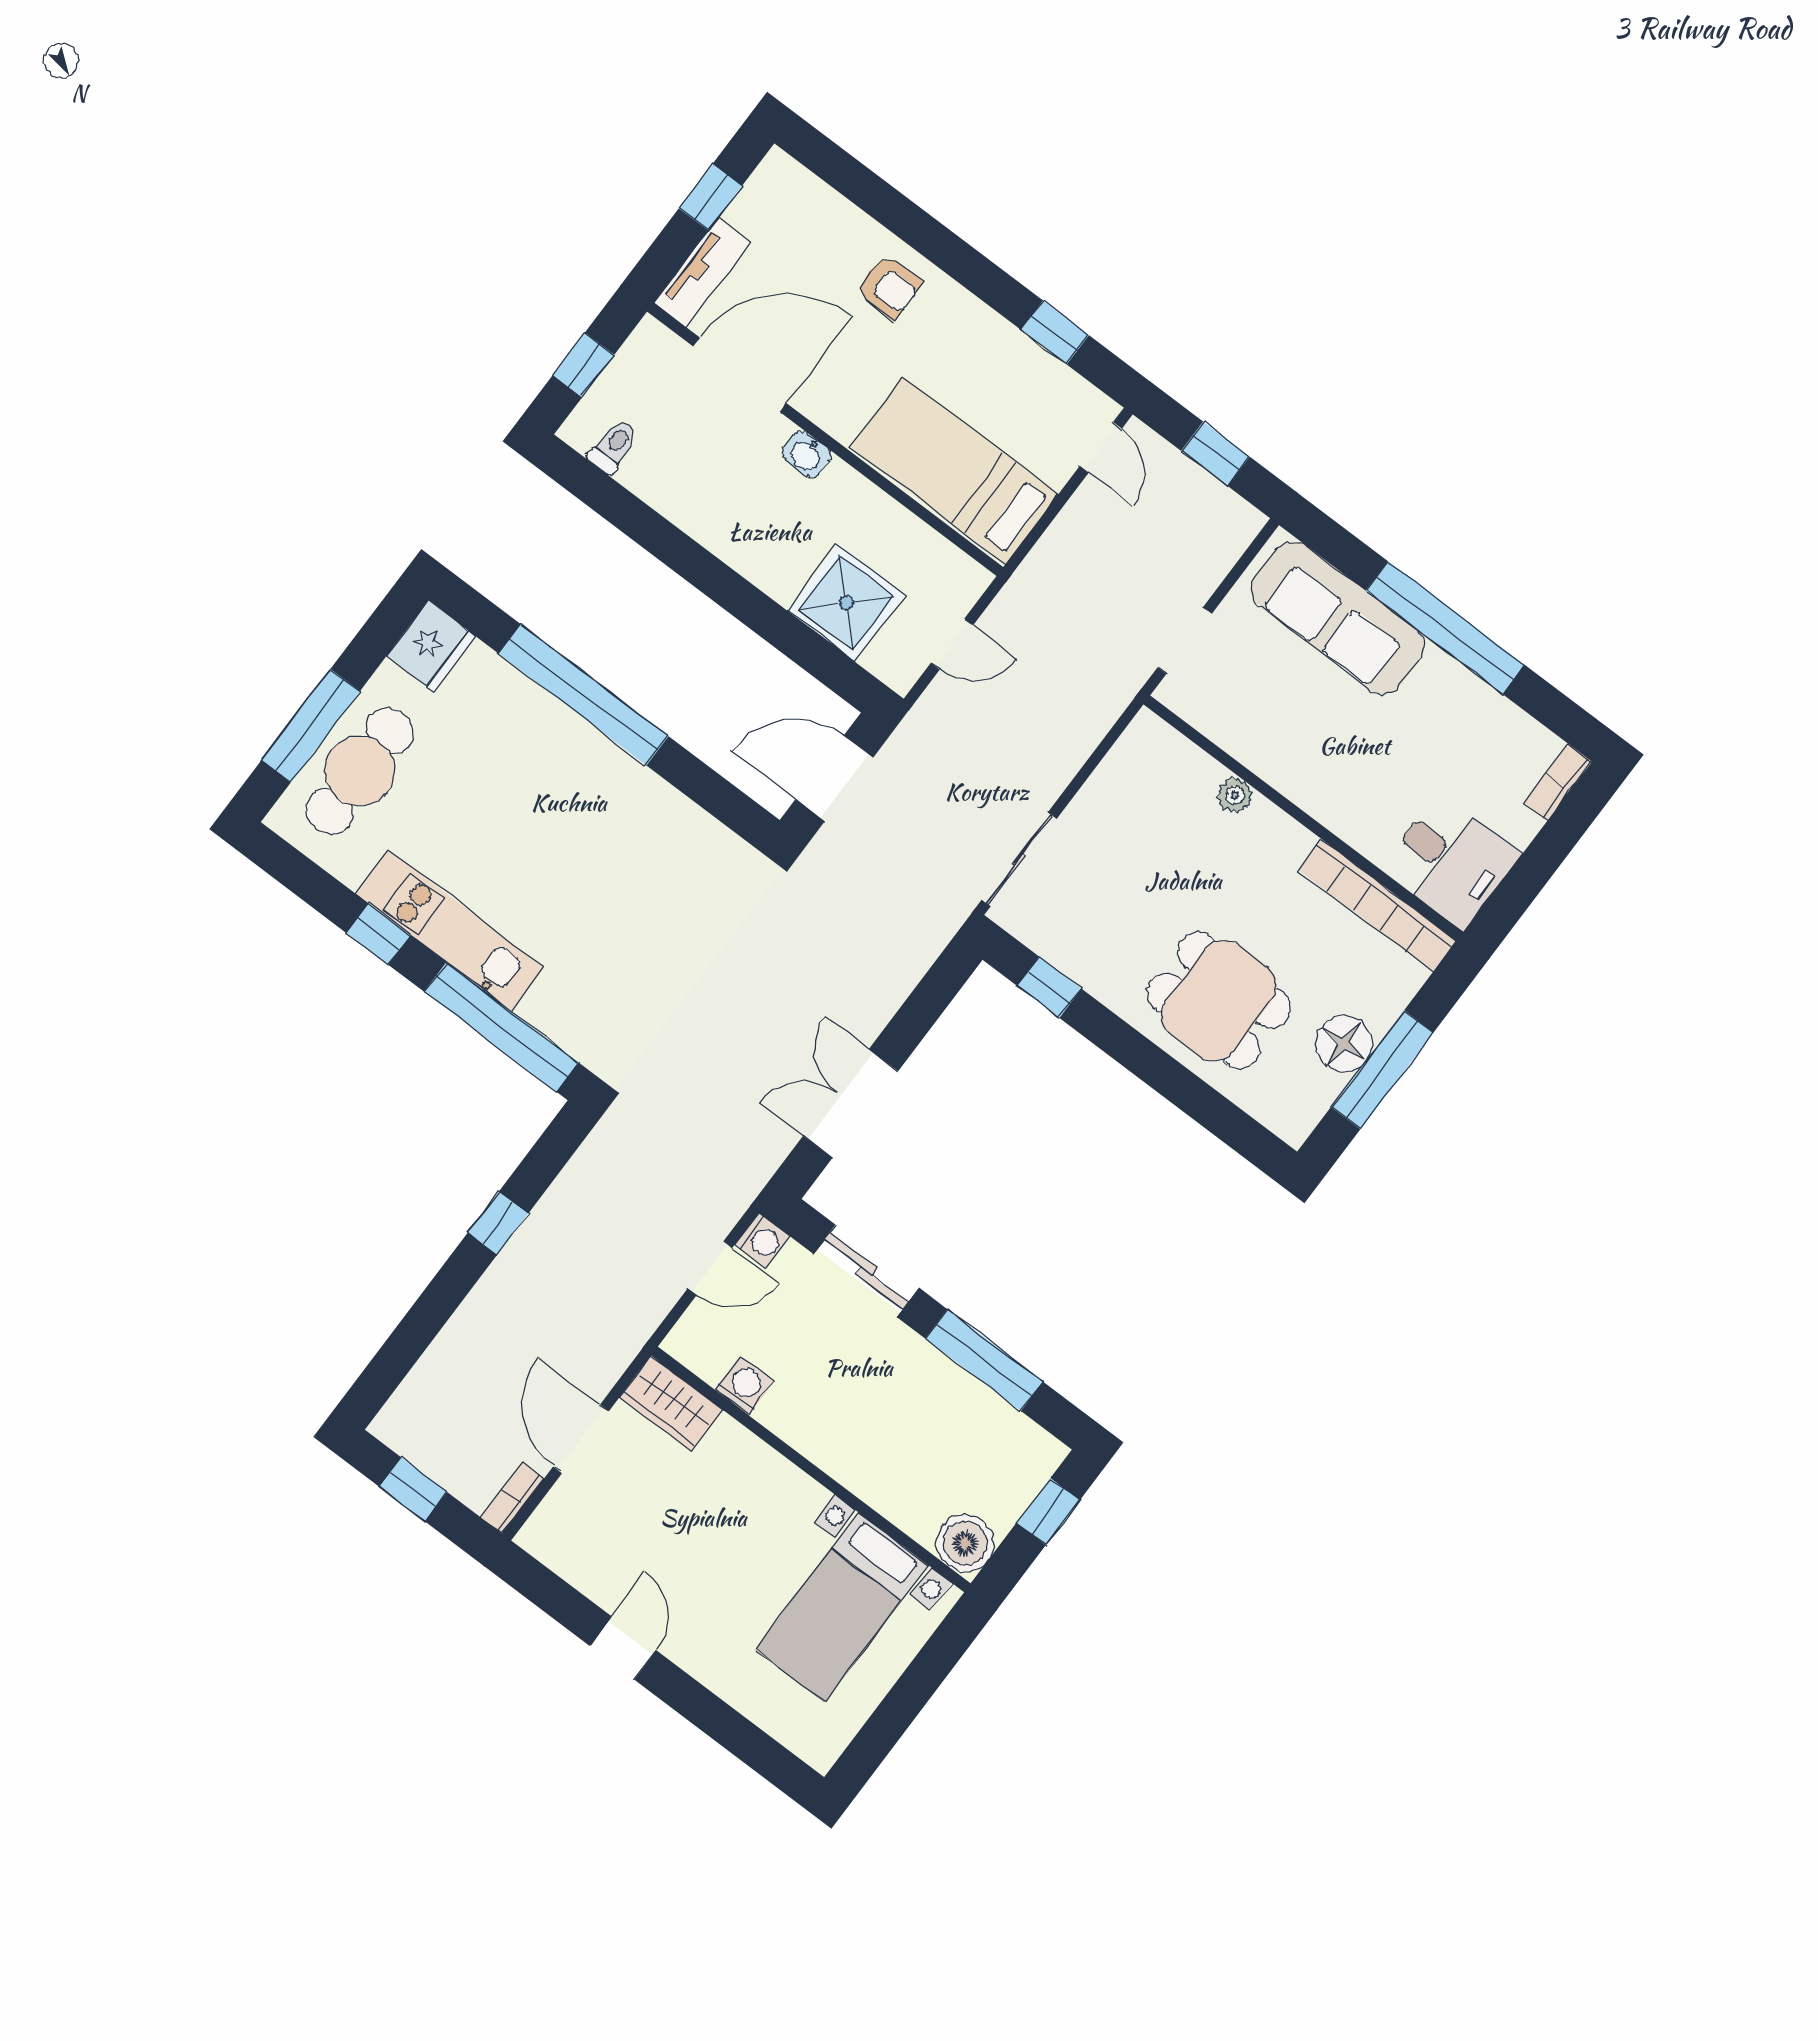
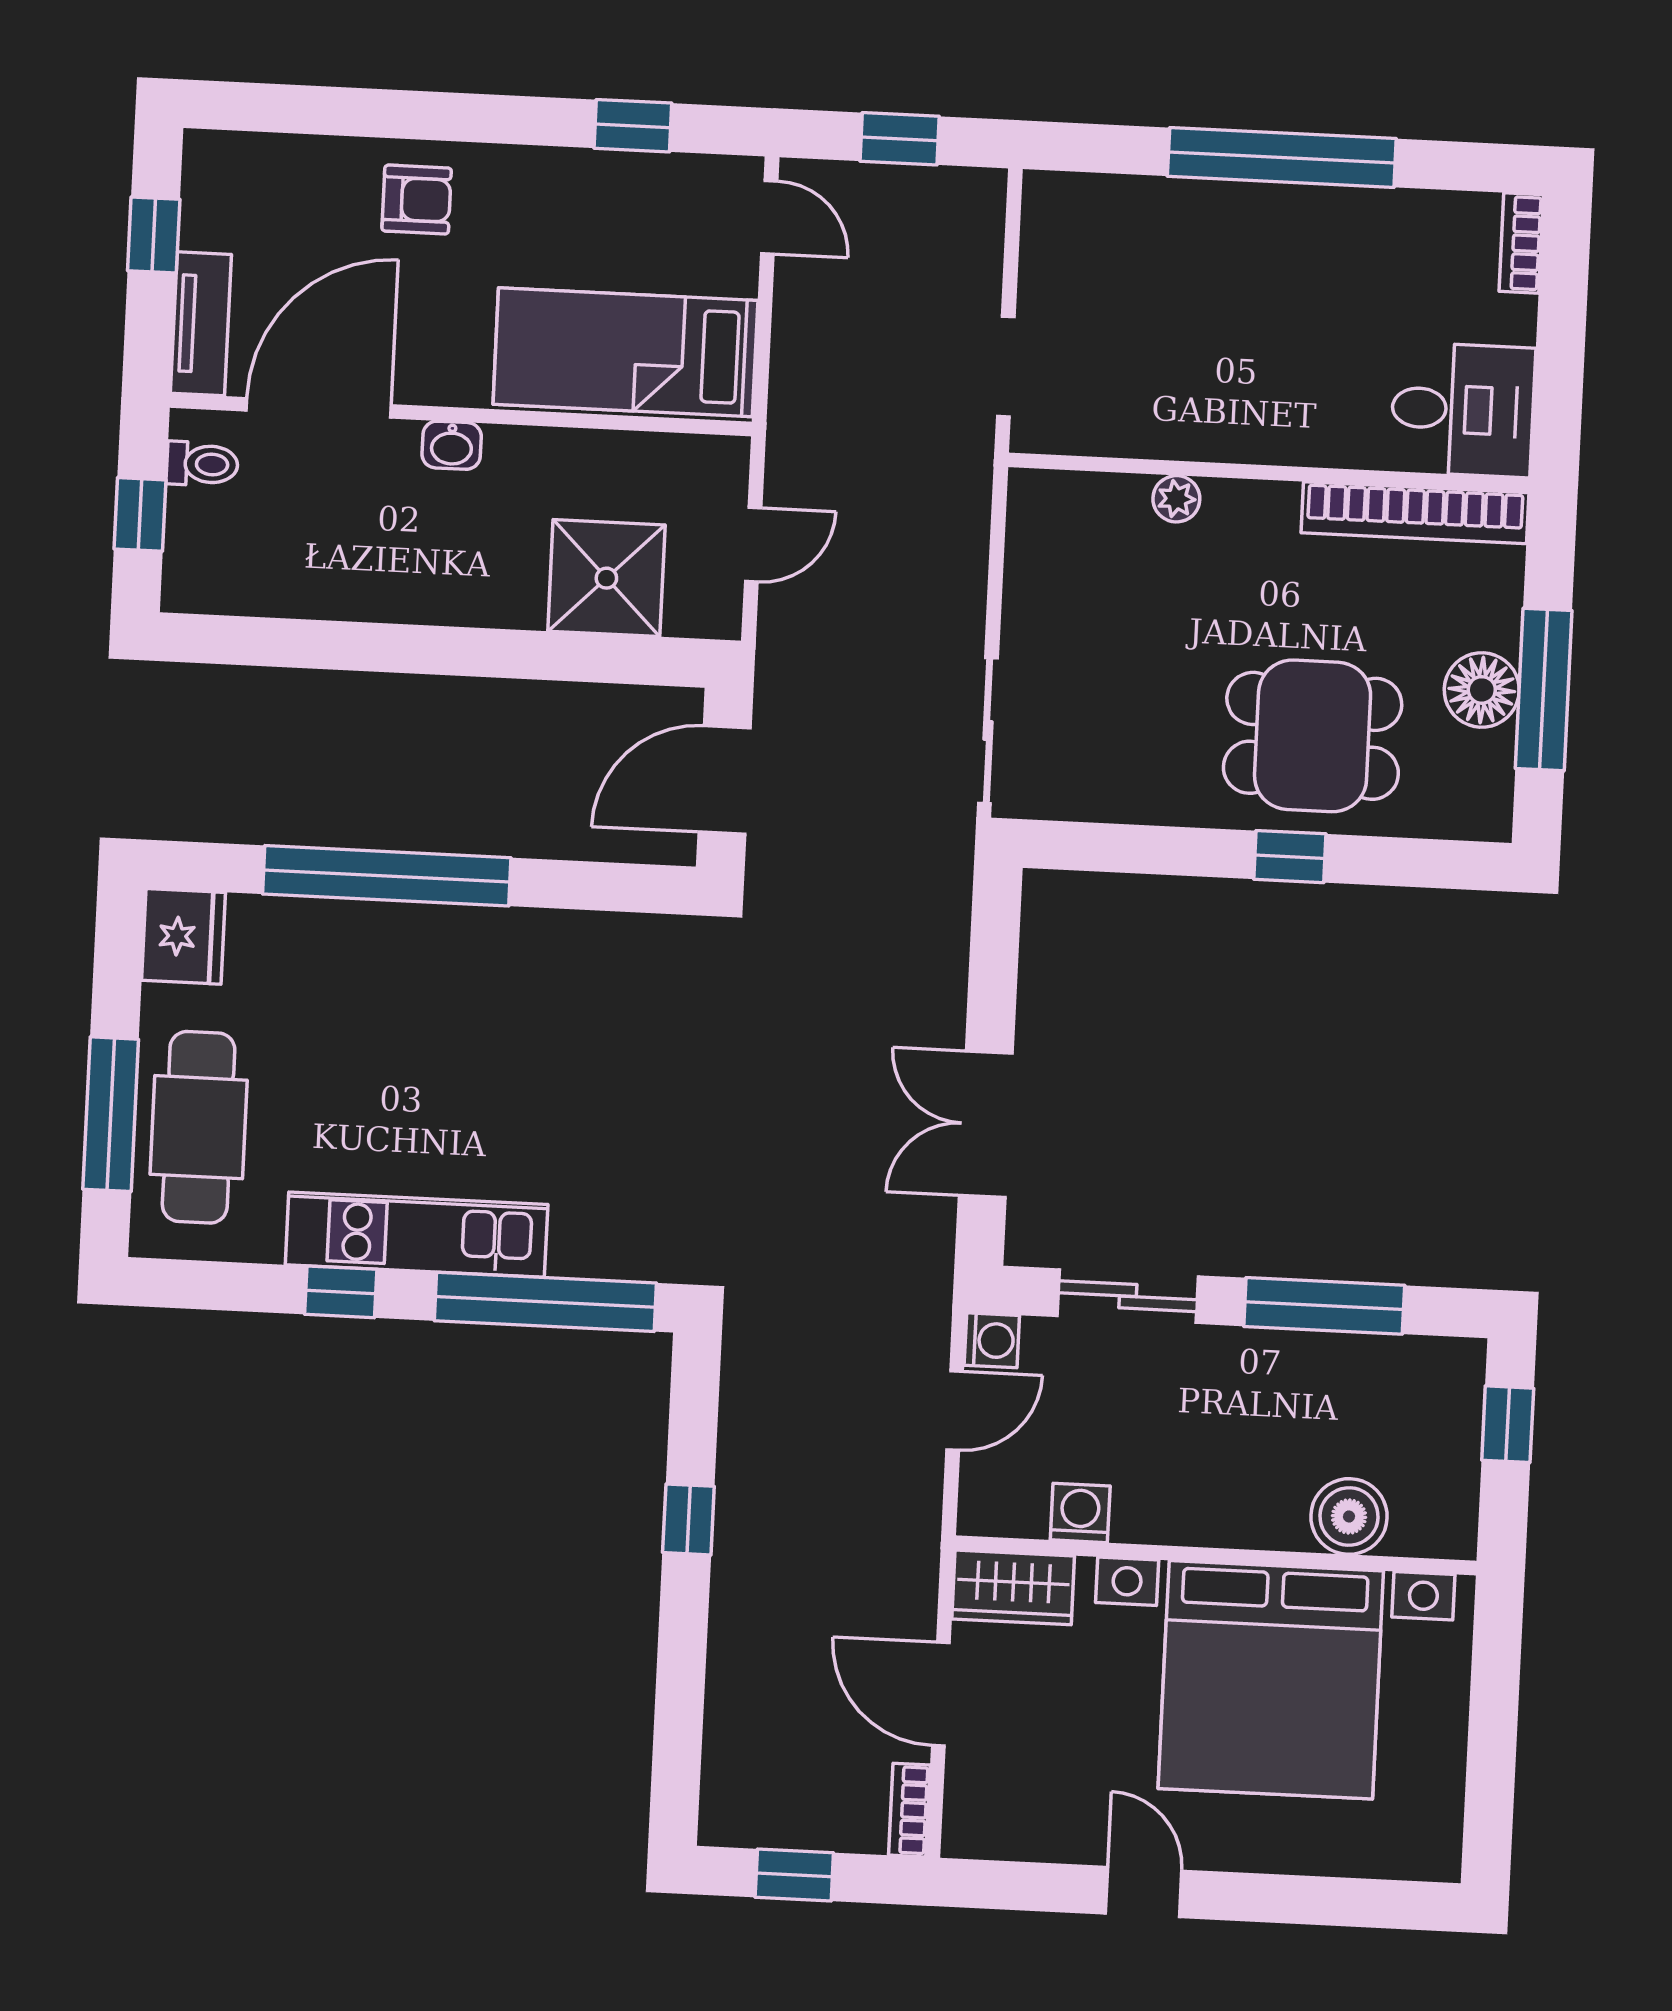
toilet: (614, 446) -> (202, 464), moved, turned 90
sofa: (1338, 618) -> (1157, 227), removed
window: (1049, 987) -> (1290, 857), moved
boiler: (965, 1543) -> (1349, 1517), moved
bed with nightstands: (842, 1607) -> (1271, 1680), width x1.85

